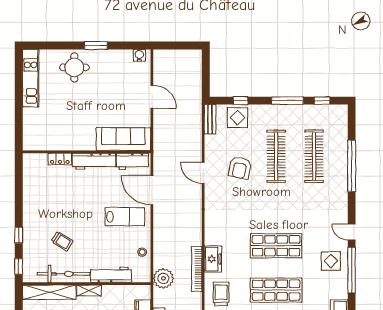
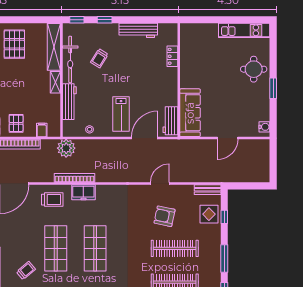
workbench: (94, 161) -> (138, 30), moved, turned -90

